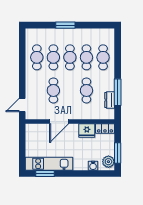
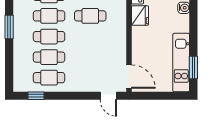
window: (65, 25) -> (9, 27), moved
window: (22, 47) -> (36, 96), added
cafe table: (53, 90) -> (90, 57), removed
door: (59, 122) -> (129, 77), moved

